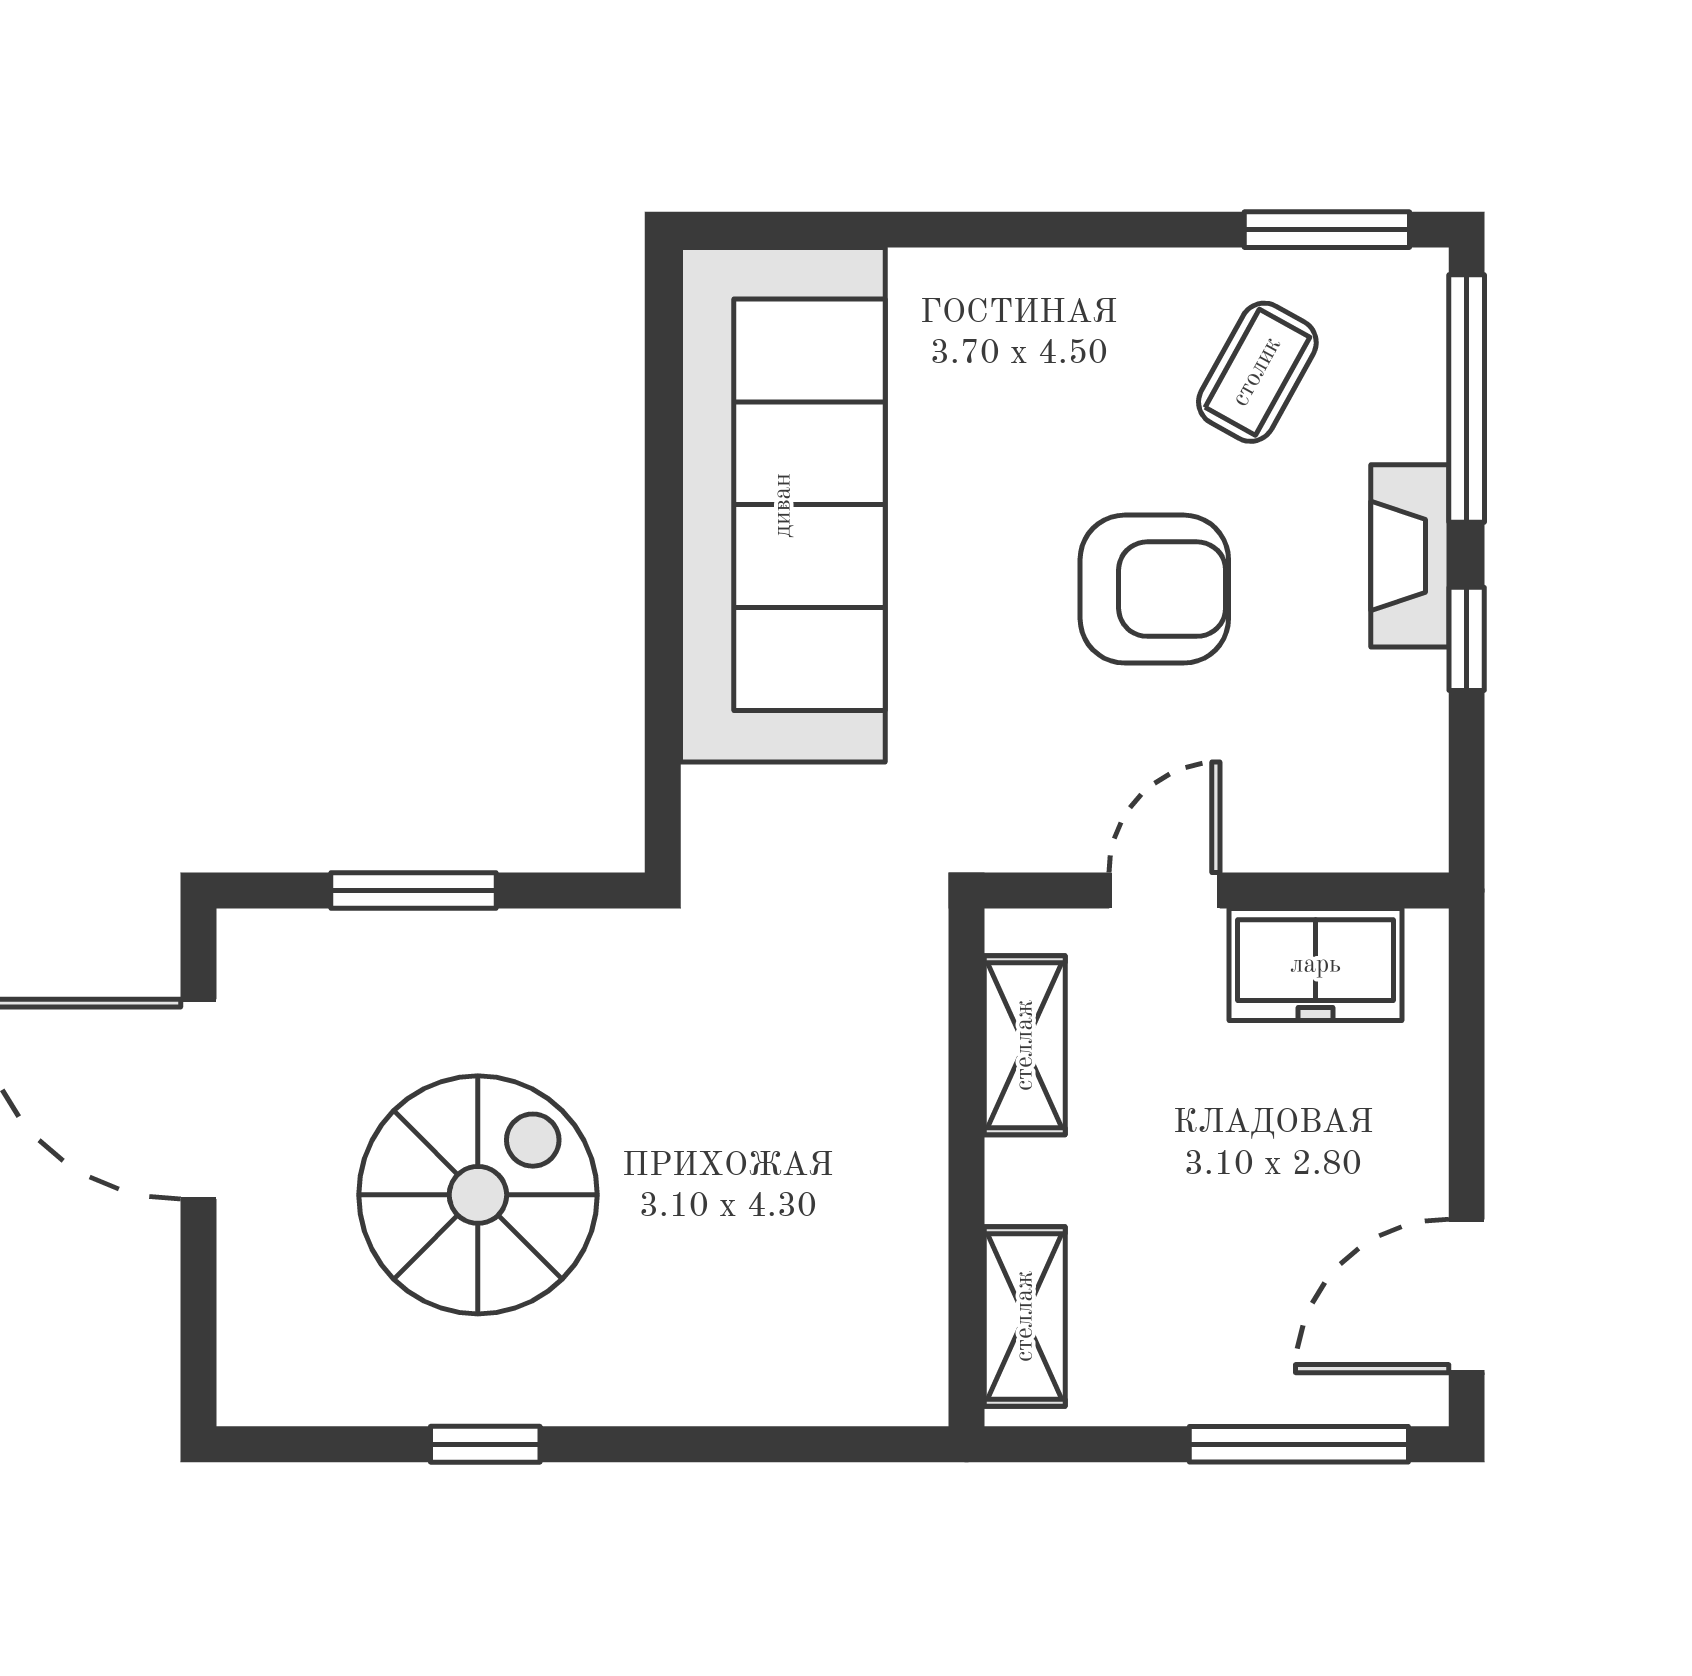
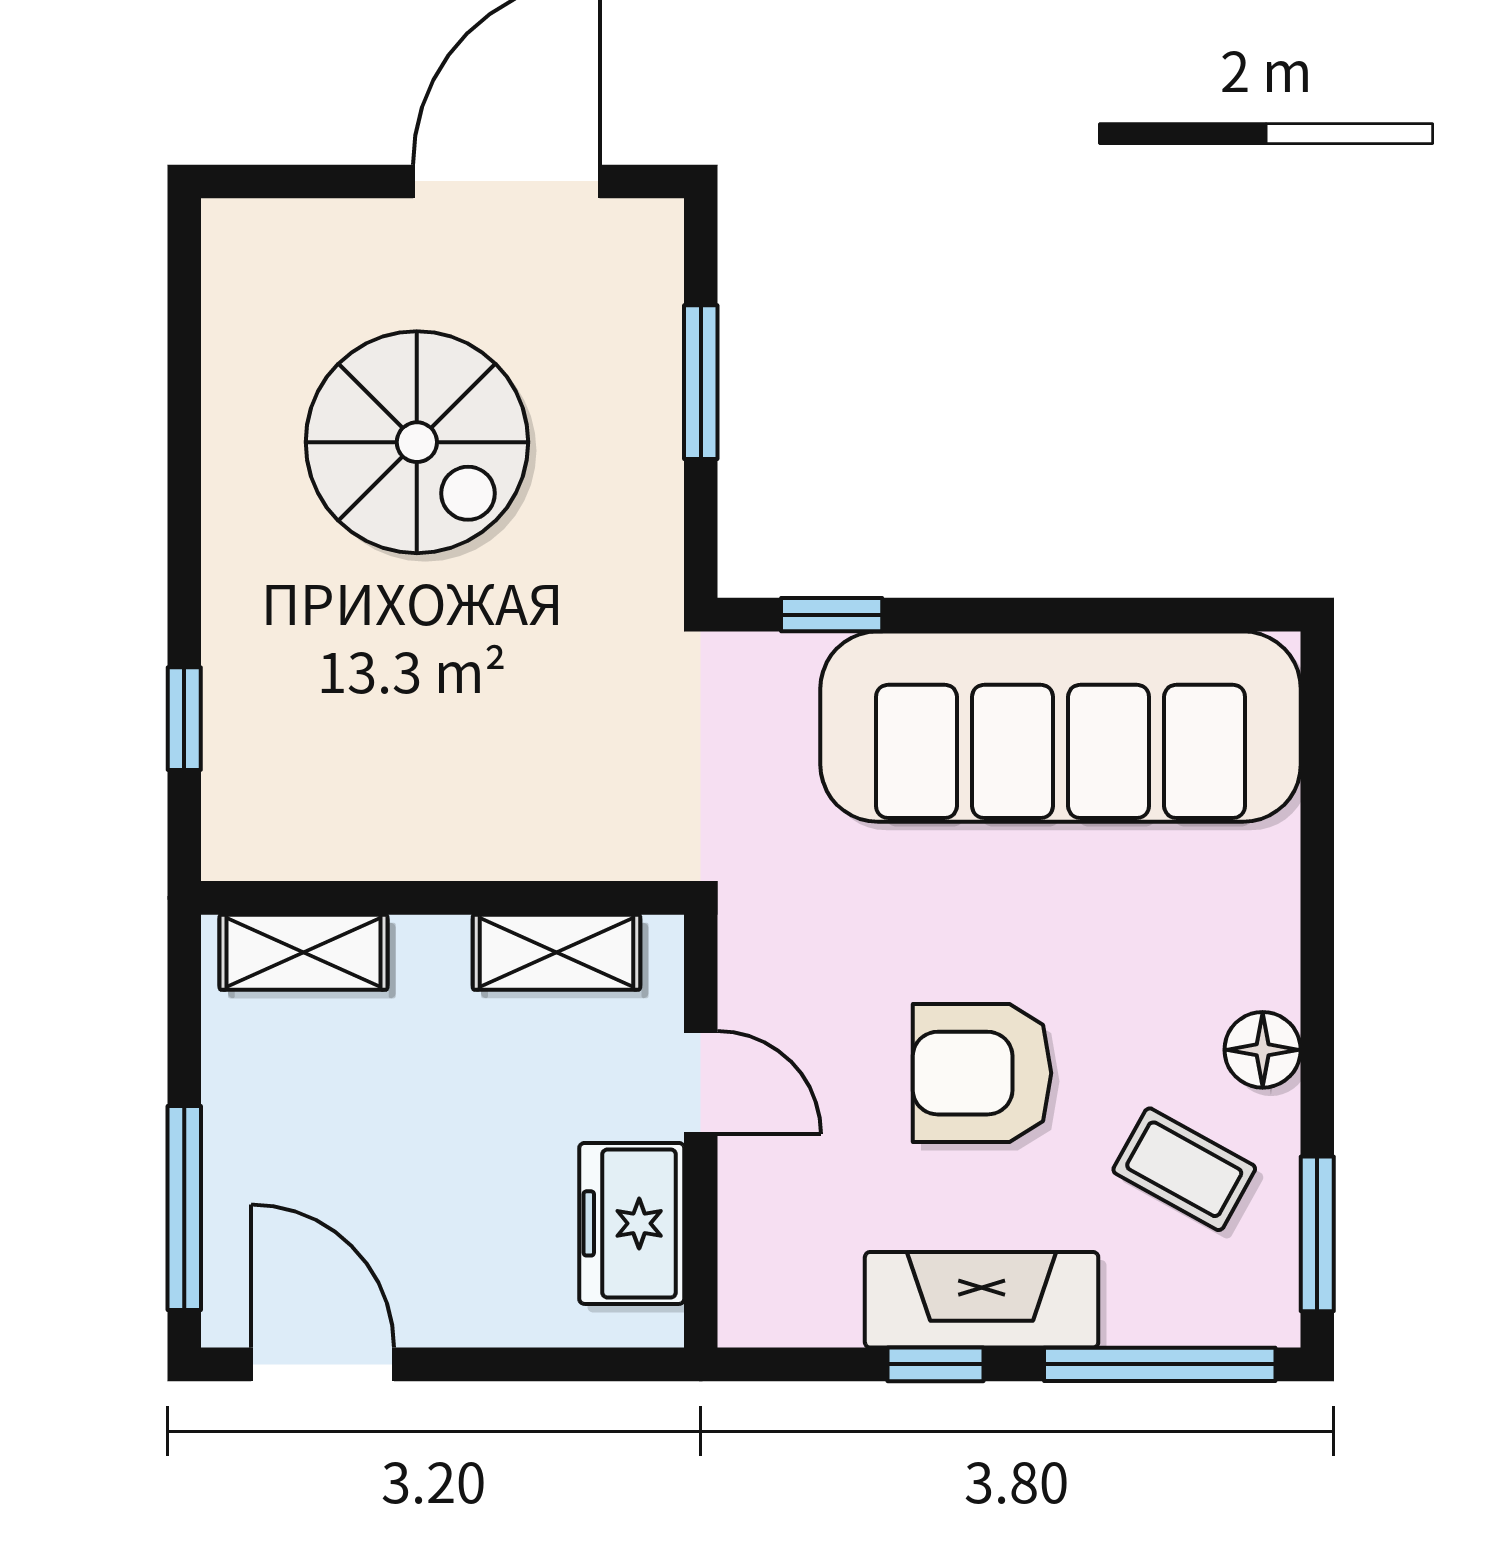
floor lamp: (1129, 288) -> (1263, 1050), added
fireplace: (1410, 556) -> (982, 1300), width x1.37, depth x1.32
armchair: (1154, 589) -> (982, 1073), turned 90
window: (663, 750) -> (832, 615), added
window: (485, 1444) -> (184, 719), moved

